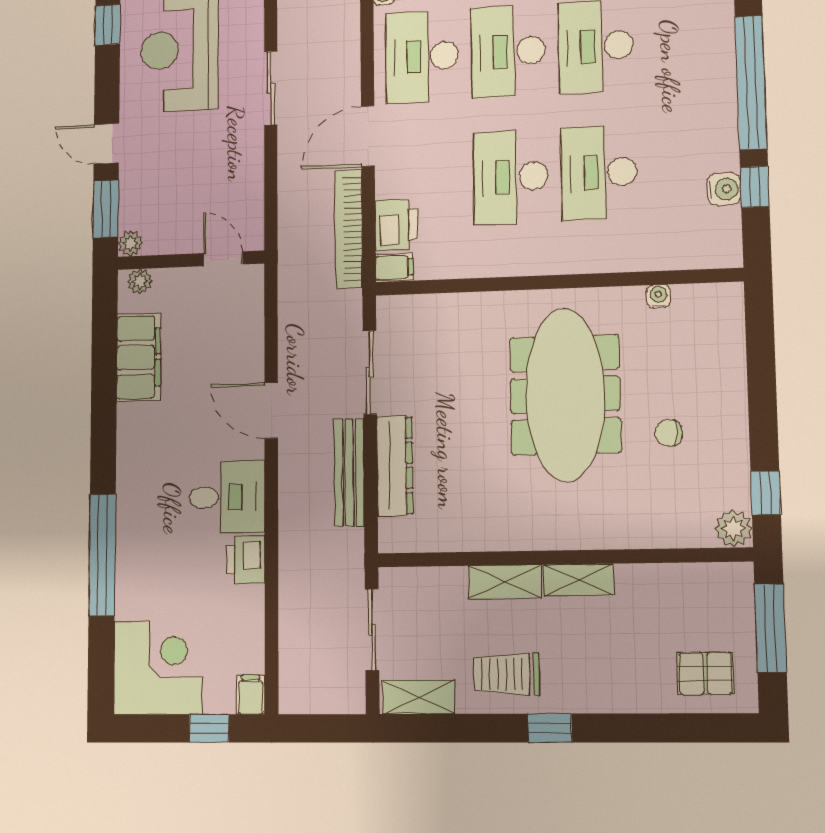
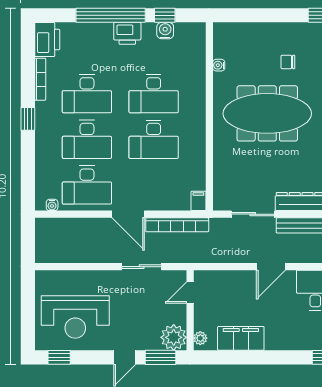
sliding door: (271, 88) -> (142, 267), moved
printer: (396, 225) -> (127, 33), moved, turned 180
plant: (130, 243) -> (174, 337), width x1.88, depth x1.88
chair: (669, 433) -> (288, 62), turned 90

